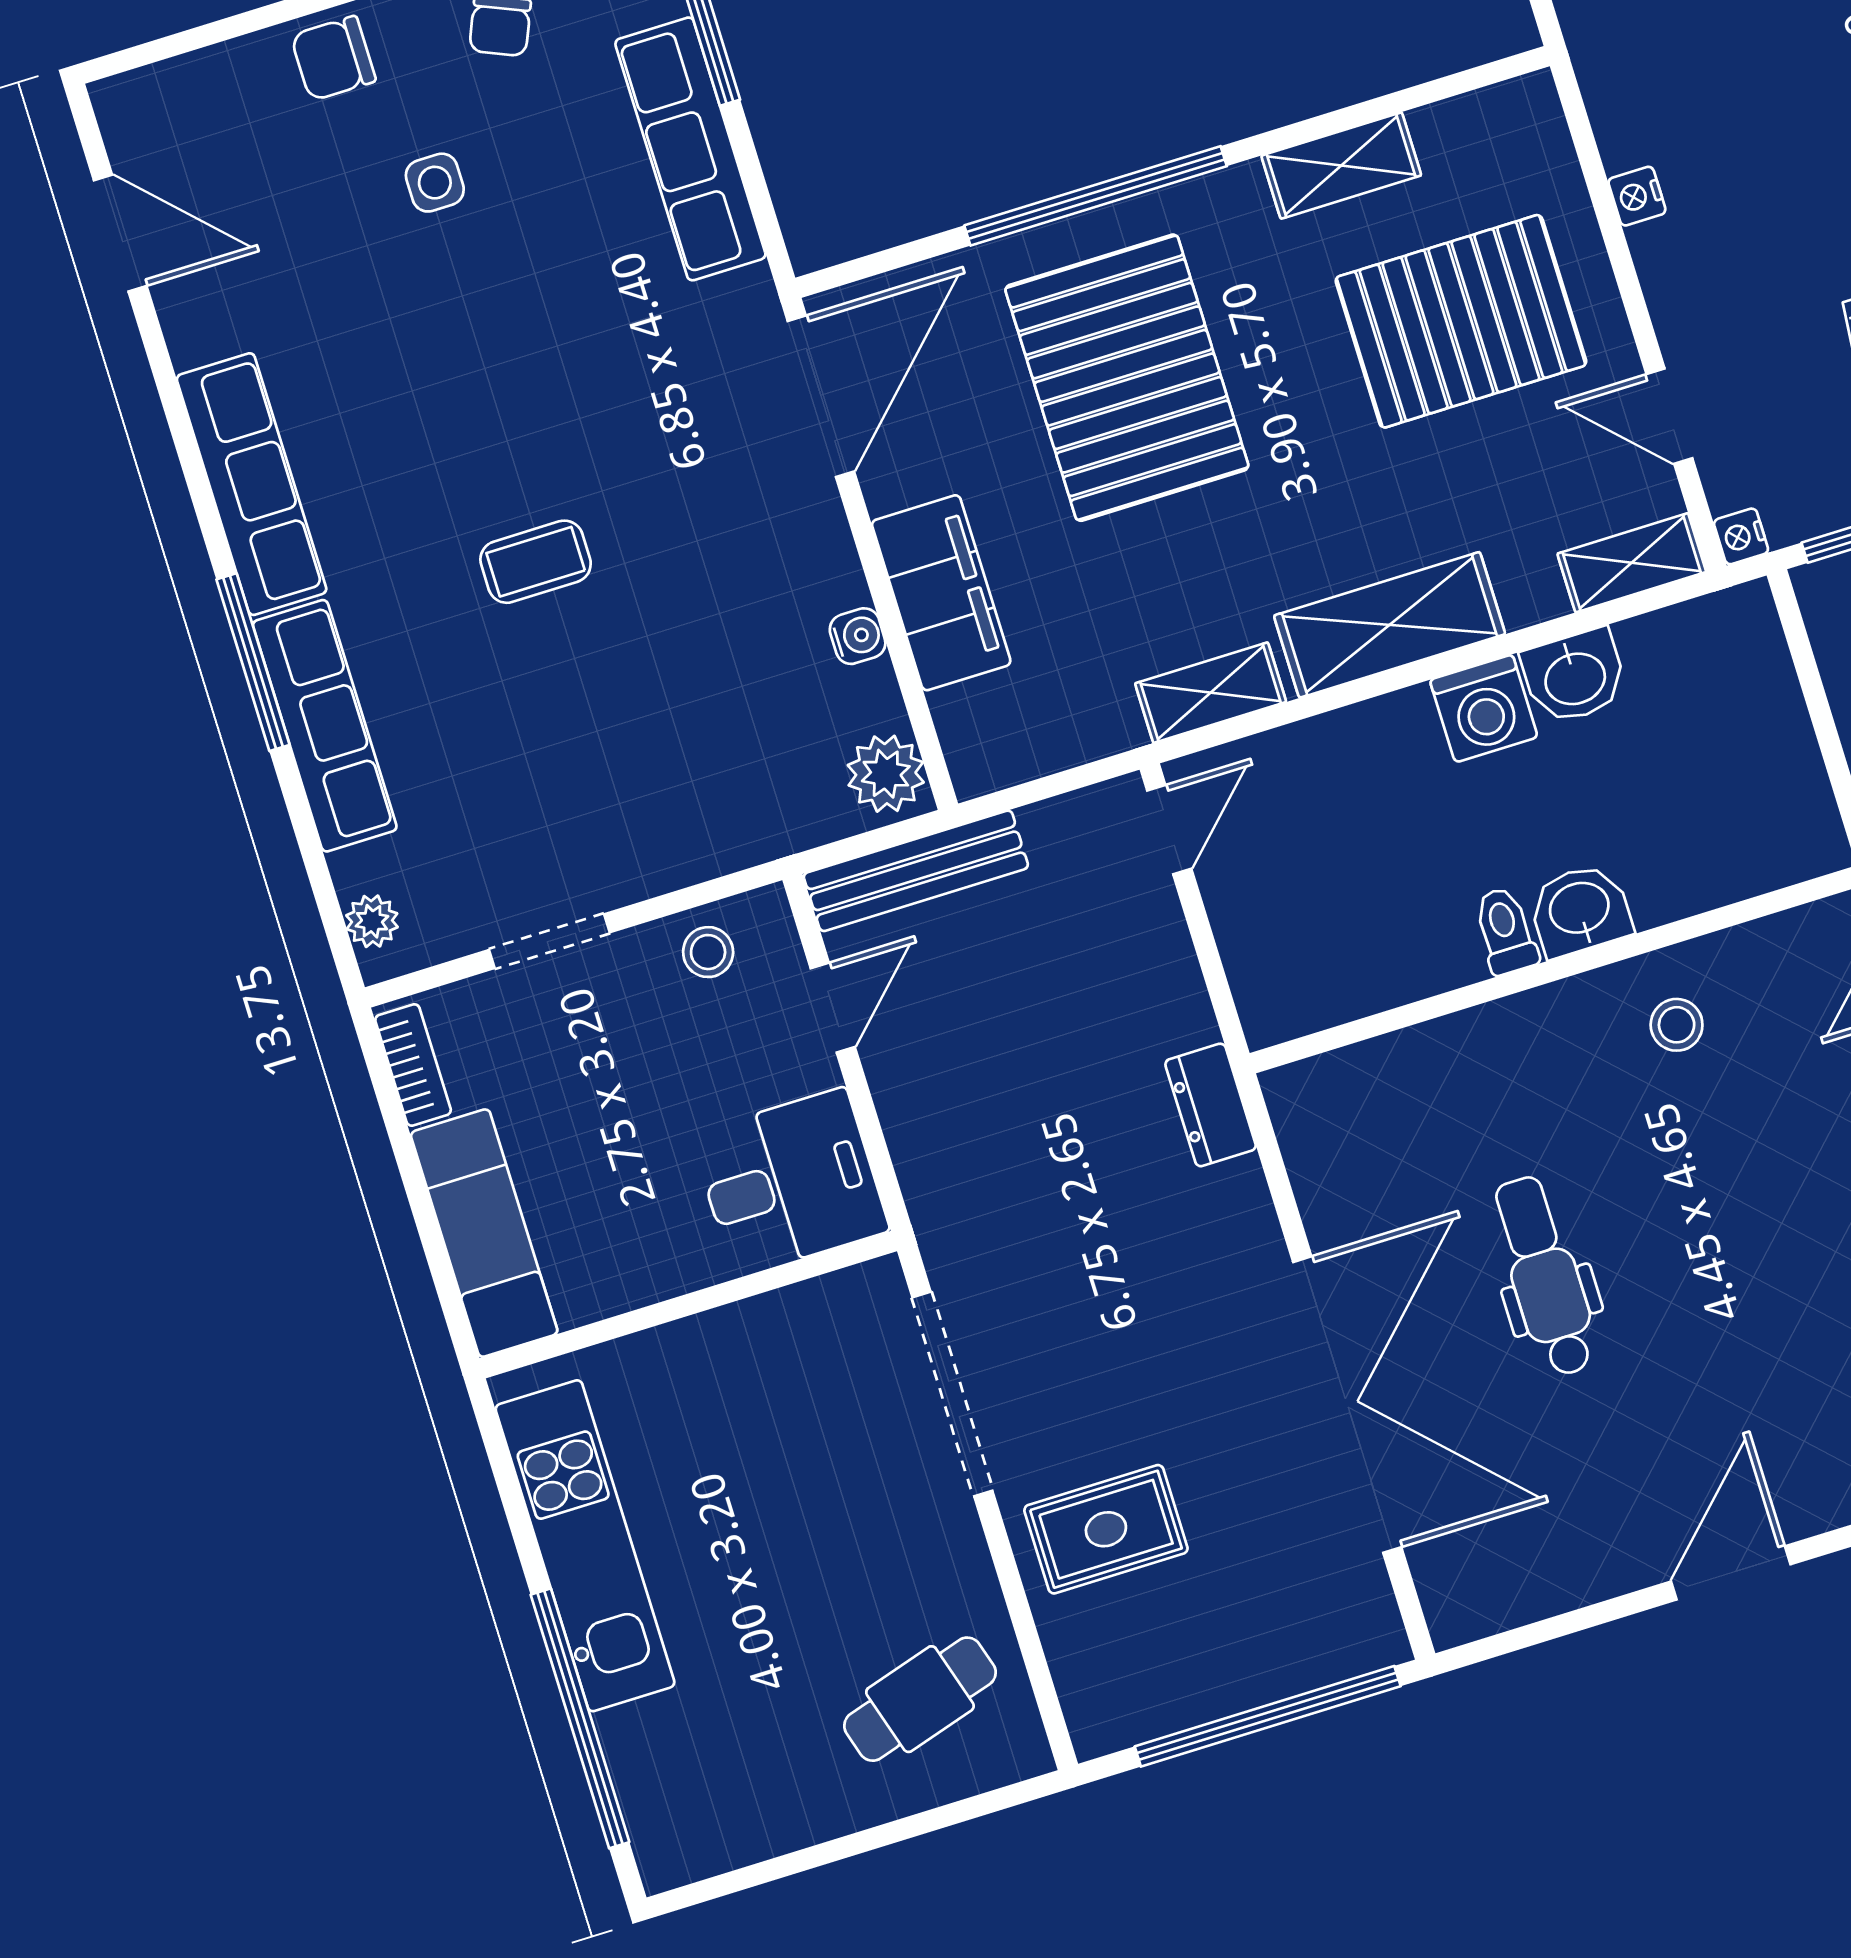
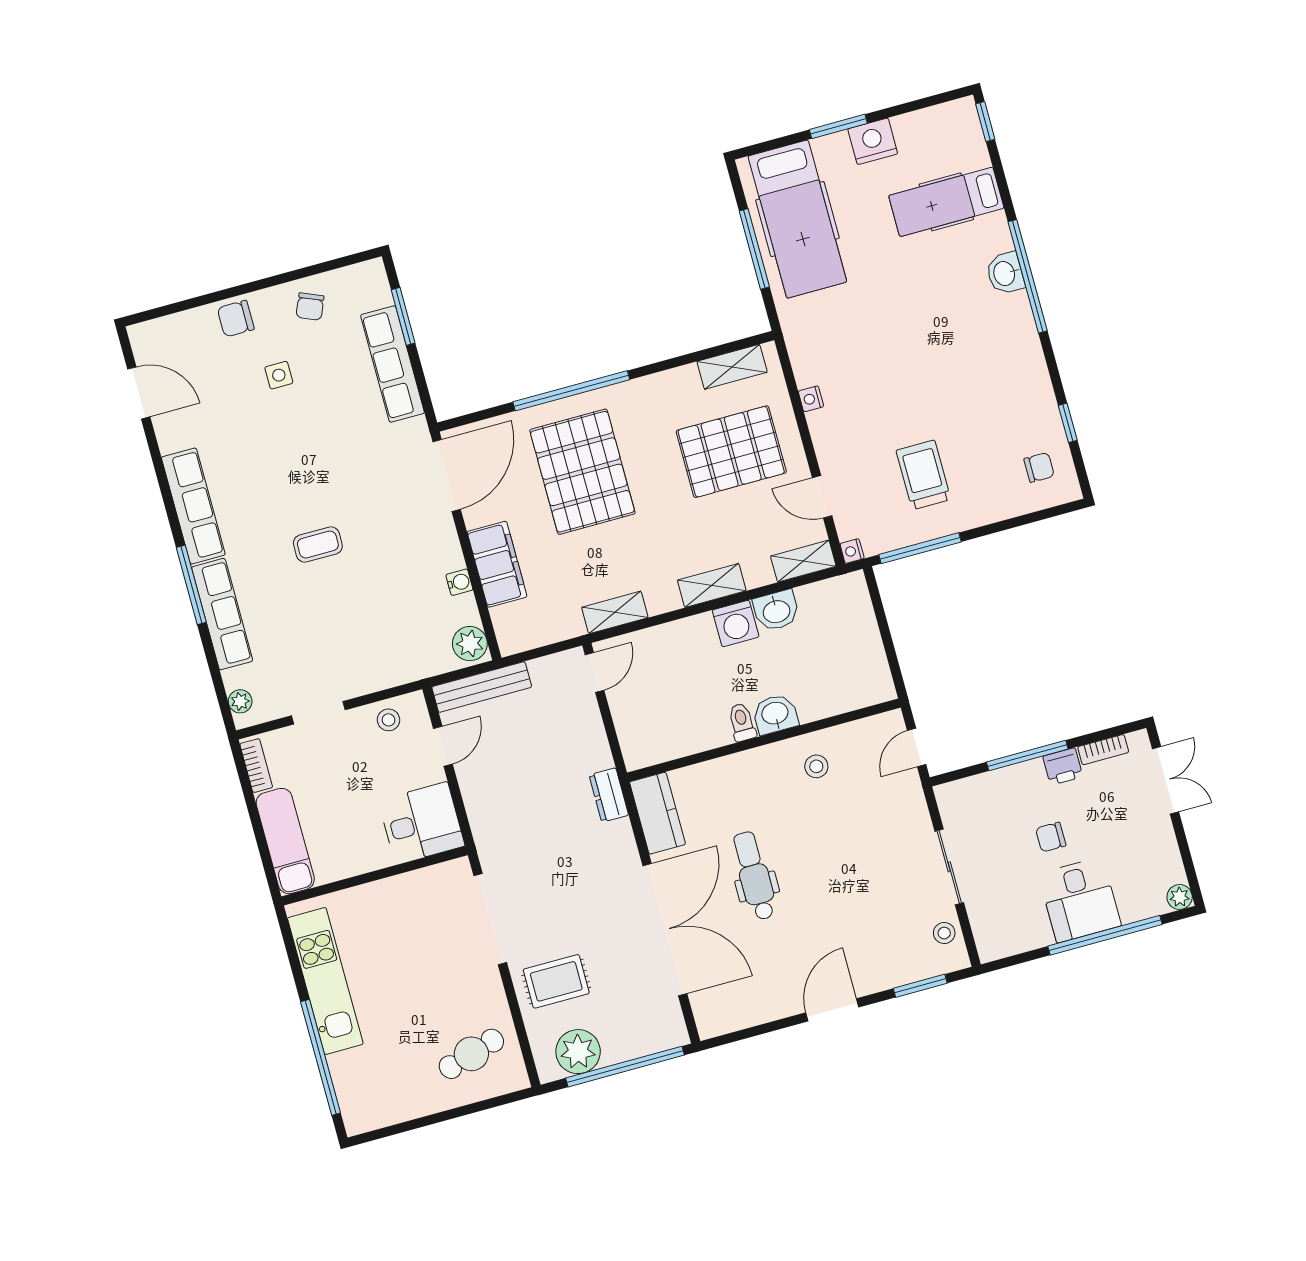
shelving: (1341, 166) -> (732, 367), moved
shelving: (1390, 625) -> (712, 585), width x0.67, depth x0.75
kitchen counter: (1322, 1142) -> (657, 813), added
plant: (1160, 1686) -> (578, 1052), added

